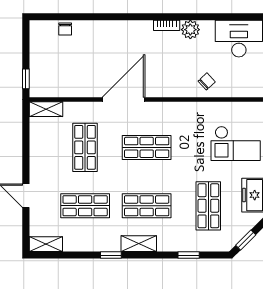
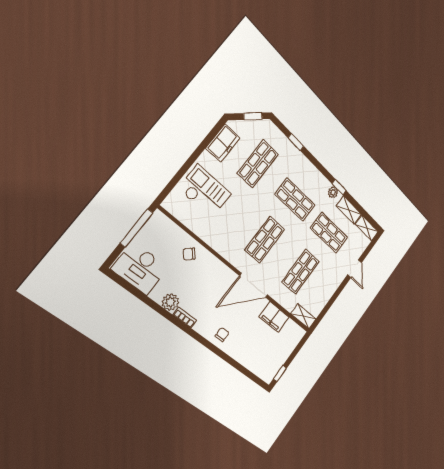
chair: (65, 29) -> (222, 335), moved
window: (26, 79) -> (280, 374), moved
filing cabinet: (78, 86) -> (274, 317), added
shop shelf: (147, 147) -> (265, 240), turned 90
shelving: (139, 244) -> (349, 210), moved
plant: (113, 245) -> (333, 192), added

